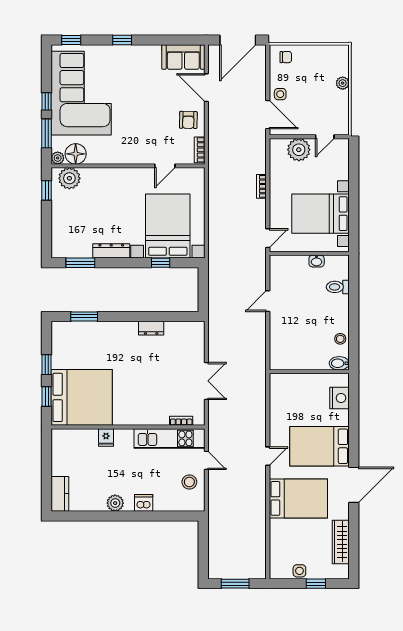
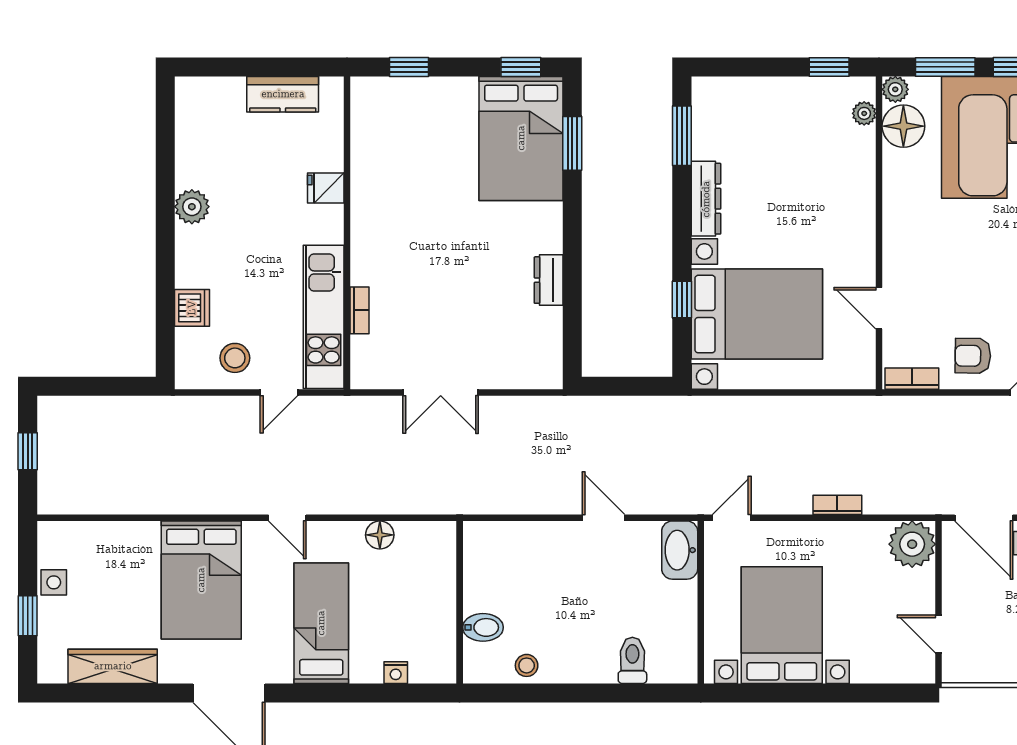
door: (268, 115) -> (984, 518), hinge flipped
plant: (299, 150) -> (912, 544), moved
plant: (69, 178) -> (864, 113), width x0.53, depth x0.53
door: (268, 238) -> (732, 518), swing flipped
washbasin: (317, 261) -> (680, 550), moved, width x1.91, depth x1.45
bidet: (339, 363) -> (483, 627), moved, turned 90
window: (47, 365) -> (521, 67), moved
bed: (82, 397) -> (521, 138), moved, width x0.73
nightstand: (339, 398) -> (396, 673), width x0.53, depth x0.56
floor lamp: (276, 411) -> (380, 535), added
bookcase: (181, 421) -> (359, 310), moved
bed: (320, 446) -> (321, 623), width x0.67
kitchen counter: (60, 494) -> (283, 94), moved
dishwasher: (144, 503) -> (192, 308), moved
window: (235, 584) -> (28, 451), width x0.67

